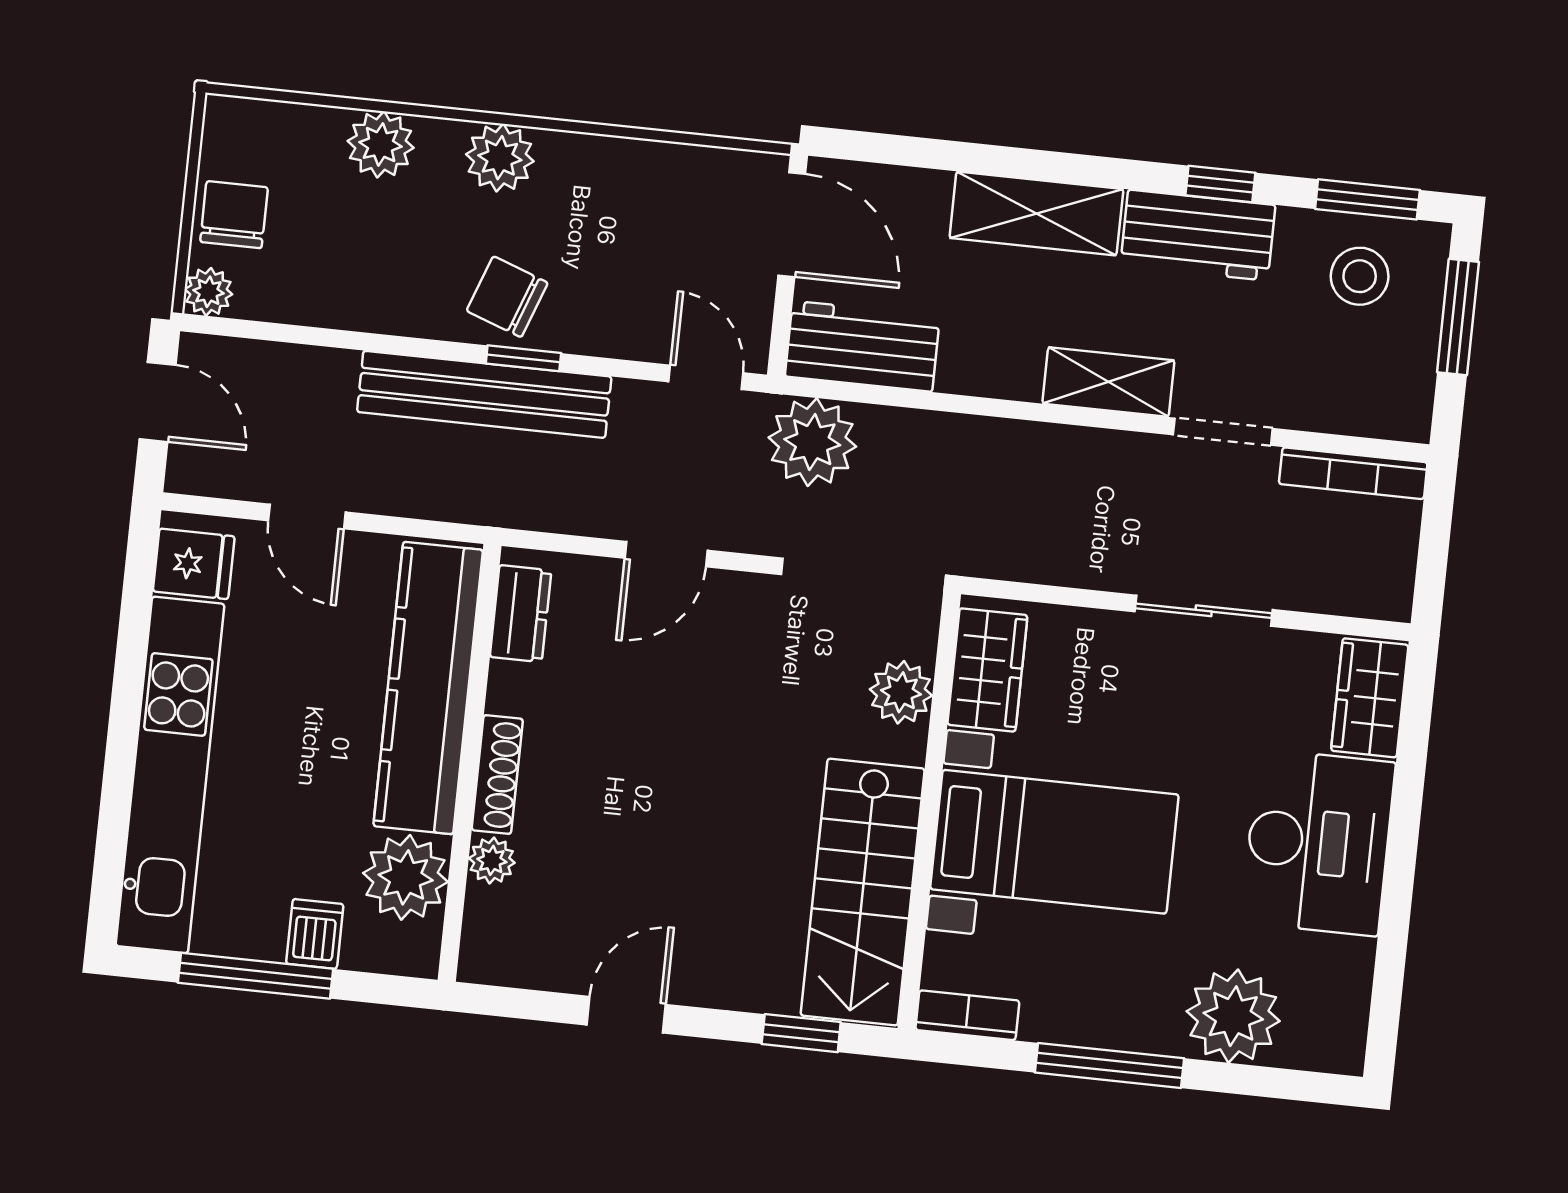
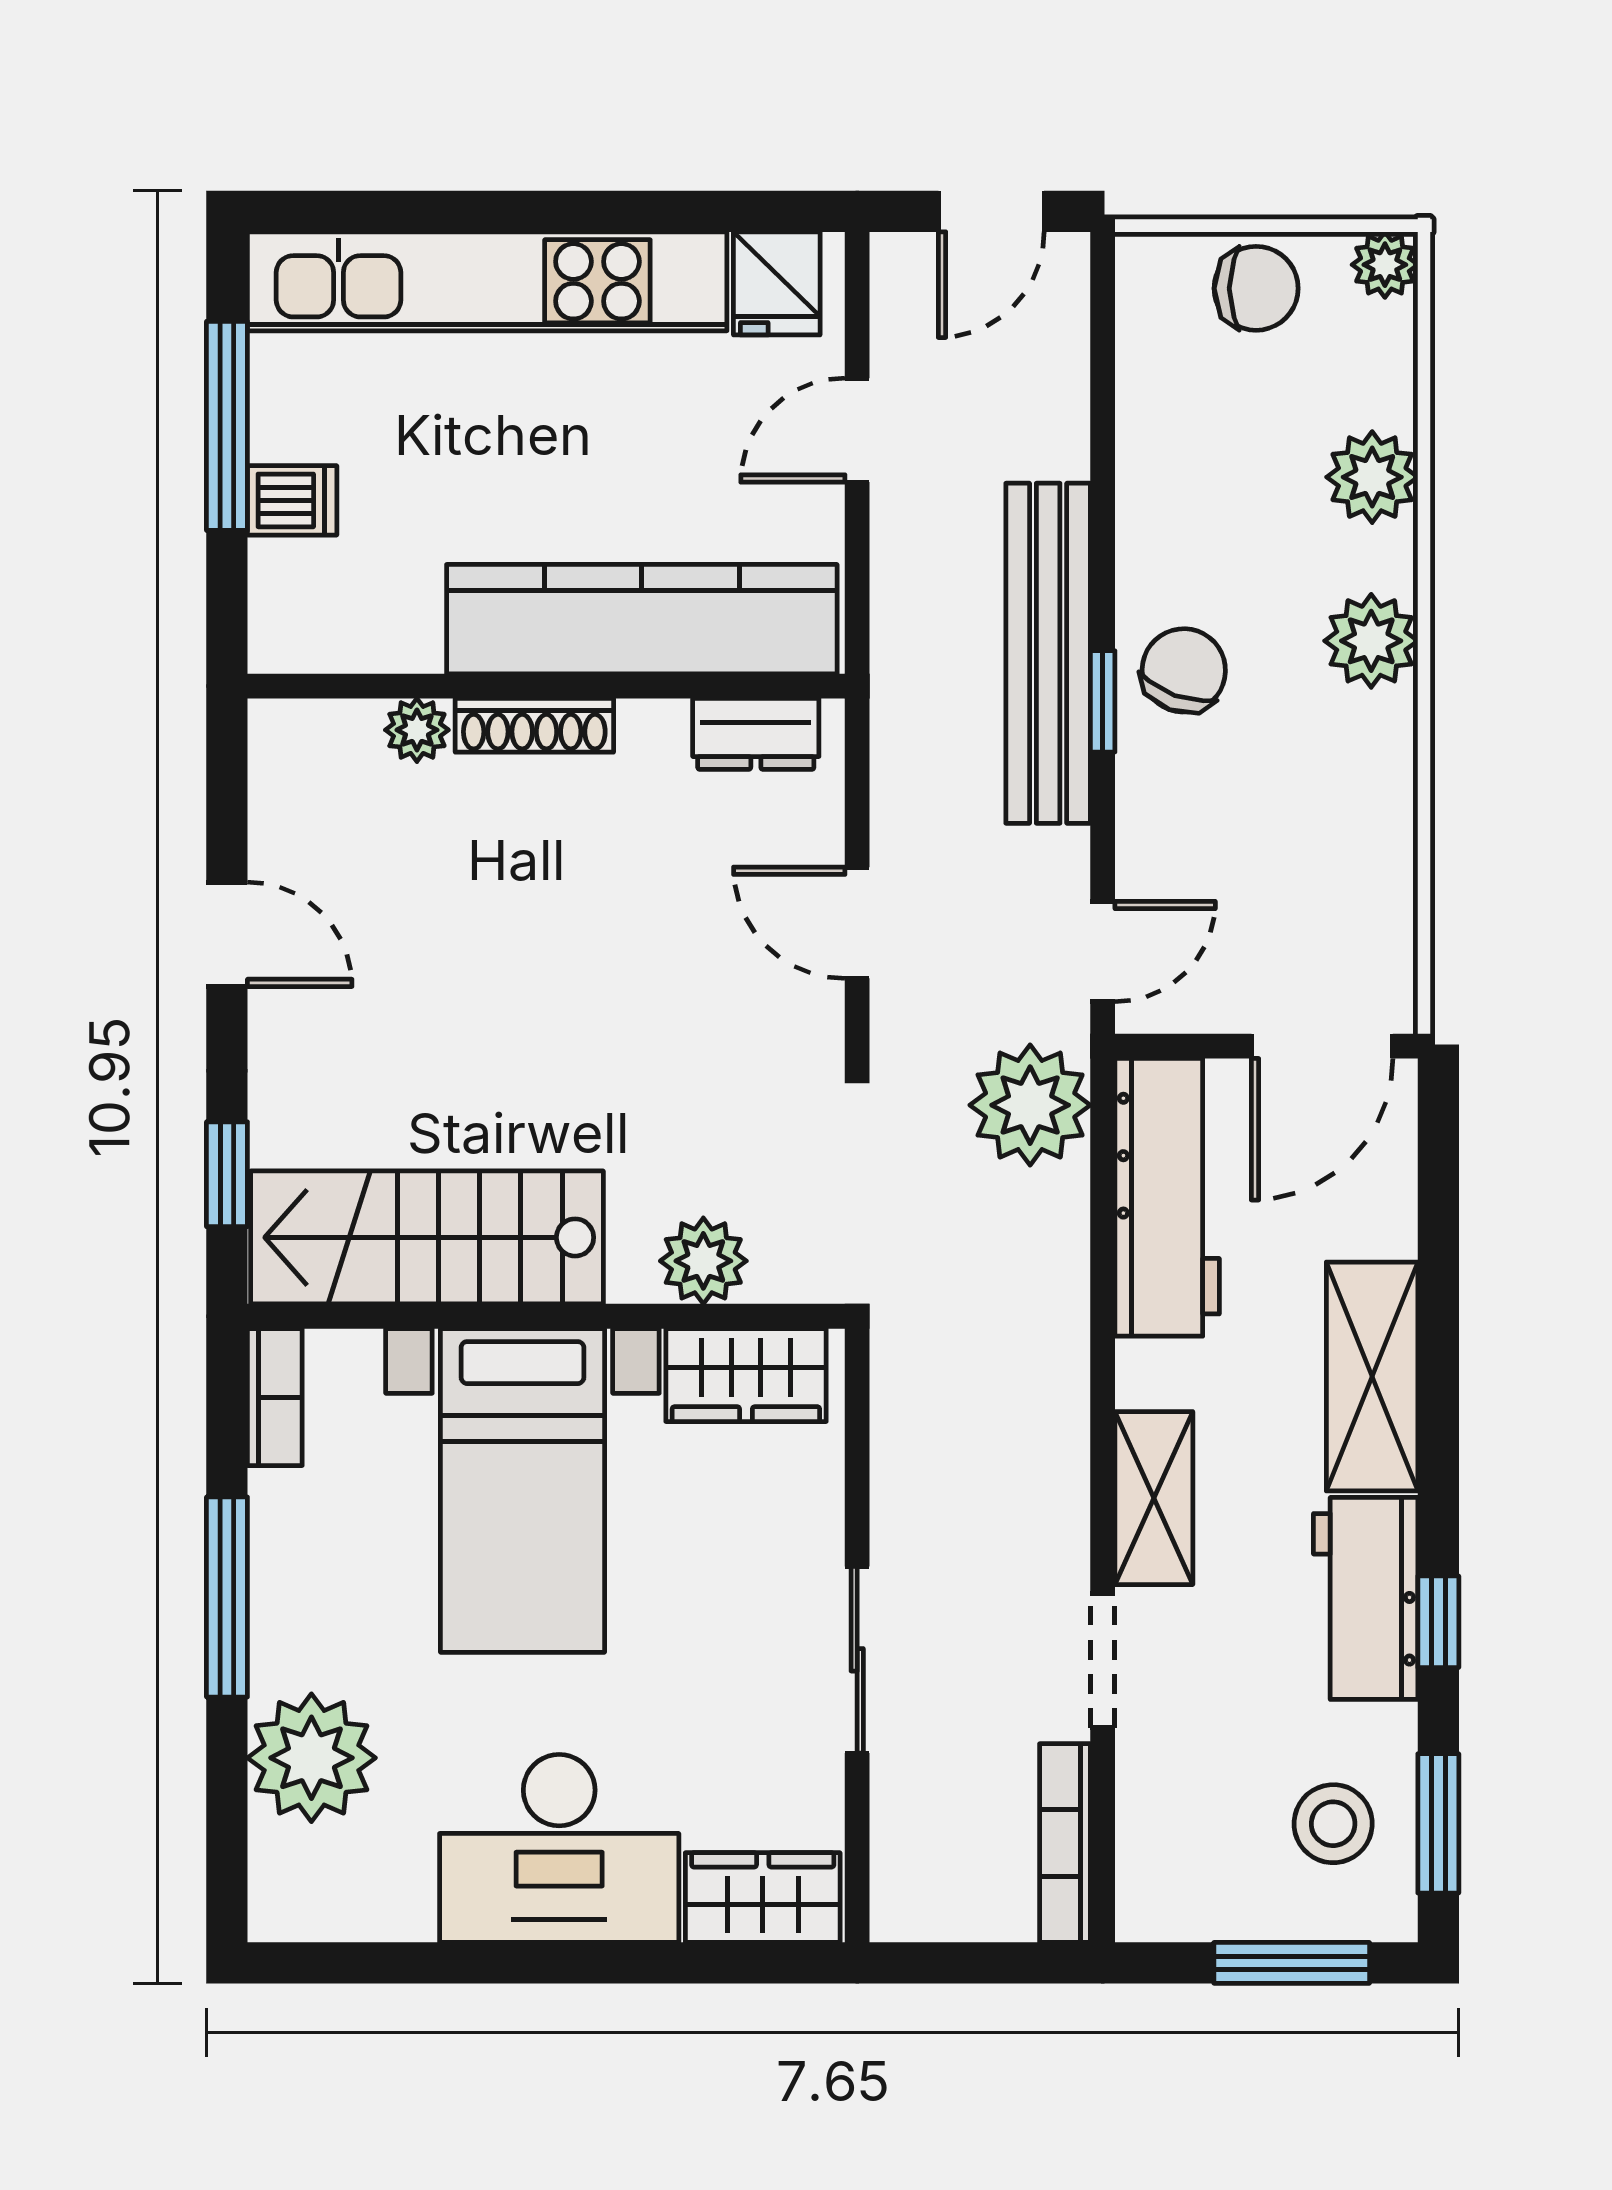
plant: (208, 292) -> (1385, 265), moved
workbench: (862, 346) -> (1167, 1197), width x1.37
plant: (406, 877) -> (382, 615), removed

